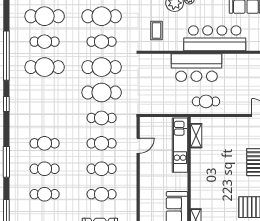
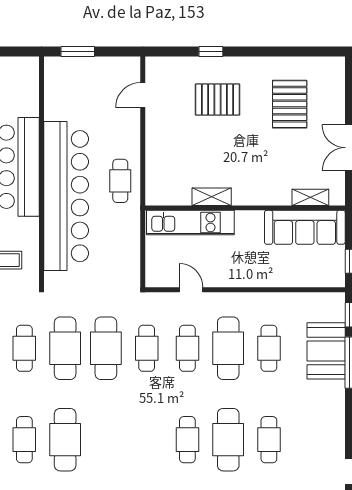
bar counter: (196, 68) -> (66, 196), width x1.86
shelving: (196, 136) -> (212, 197), moved
cafe table: (45, 169) -> (228, 440), width x1.37, depth x1.35
cafe table: (102, 169) -> (228, 348), width x1.37, depth x1.35

